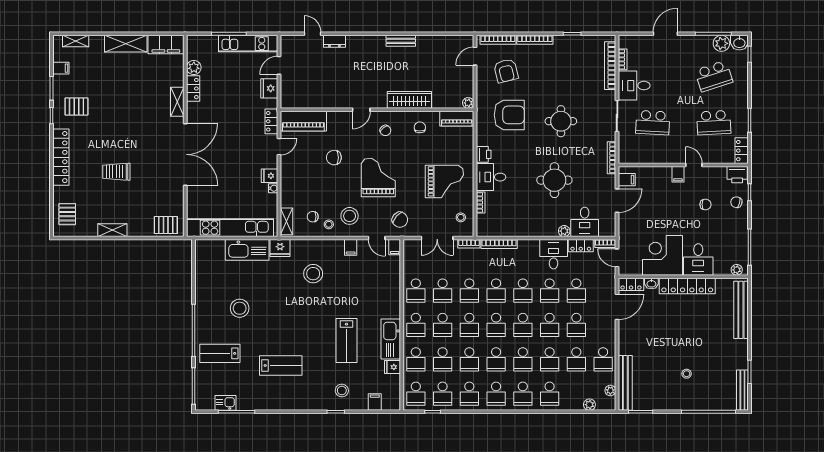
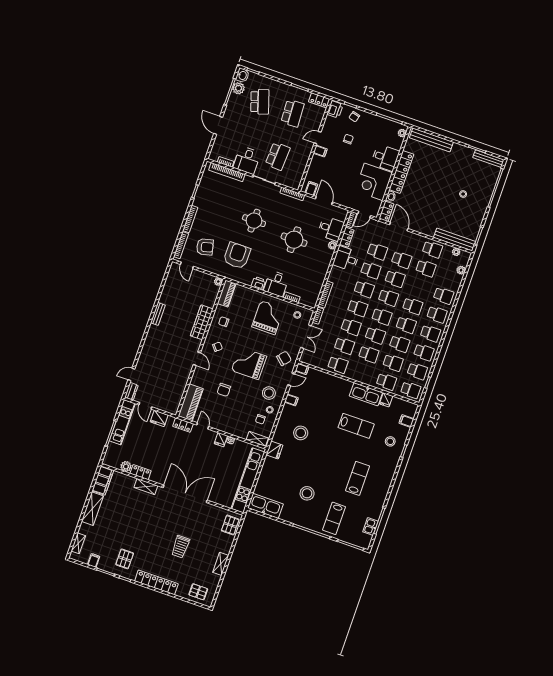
dresser: (334, 41) -> (131, 391), moved
kitchen sink: (247, 250) -> (265, 506), moved, turned -90
school desk: (416, 325) -> (362, 373), removed
school desk: (550, 359) -> (419, 287), removed

